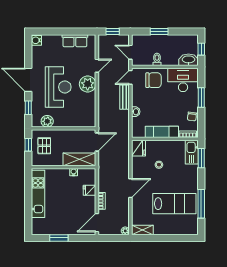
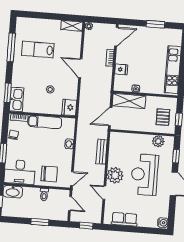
door: (97, 66) -> (104, 193), hinge flipped
chair: (153, 80) -> (49, 174), turned 180
bench: (124, 97) -> (102, 152), moved
door: (130, 188) -> (80, 68), hinge flipped
lab bench: (174, 204) -> (38, 49), width x0.73, depth x0.72

